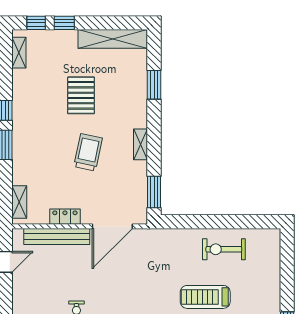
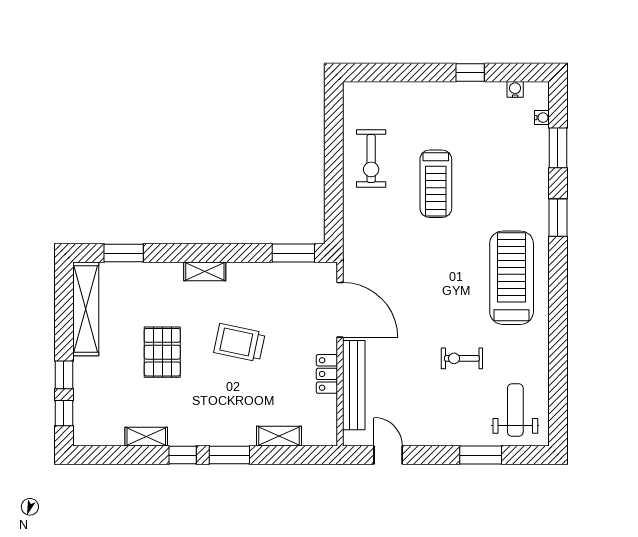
shelving: (19, 53) -> (146, 437), moved
window: (154, 85) -> (124, 253), moved
pallet: (81, 95) -> (162, 352), turned 90
shelving: (141, 144) -> (205, 271), moved
shelving: (19, 202) -> (279, 436), moved

